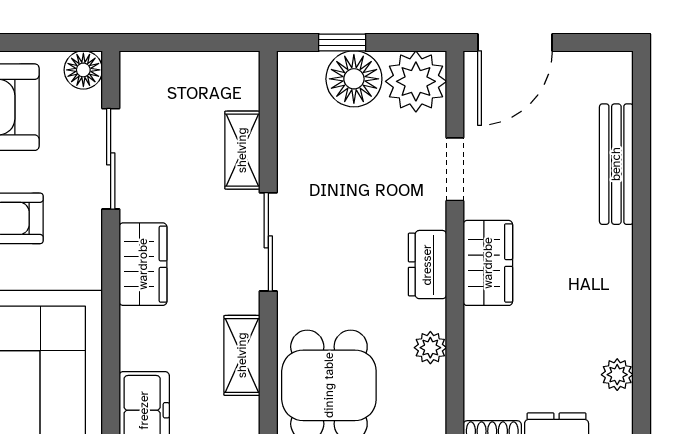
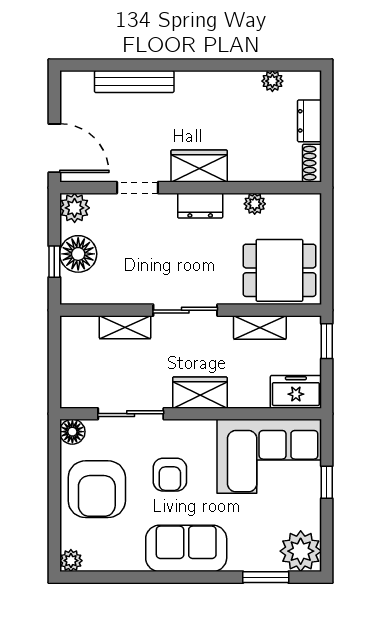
plant: (416, 81) -> (75, 208), width x0.73, depth x0.73

